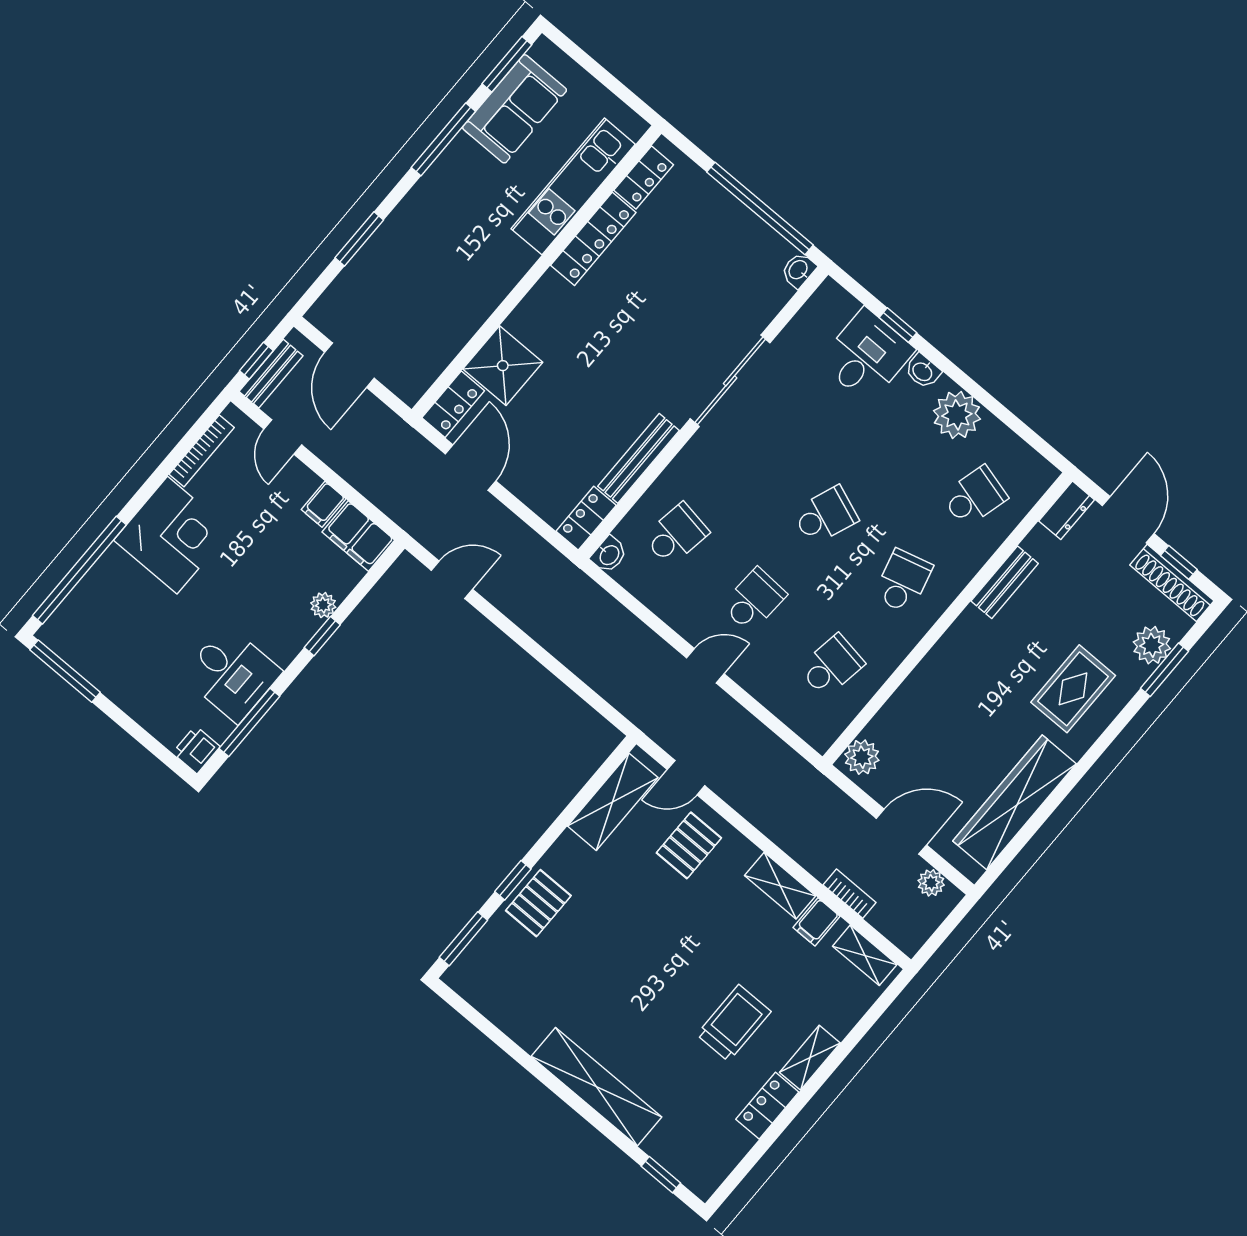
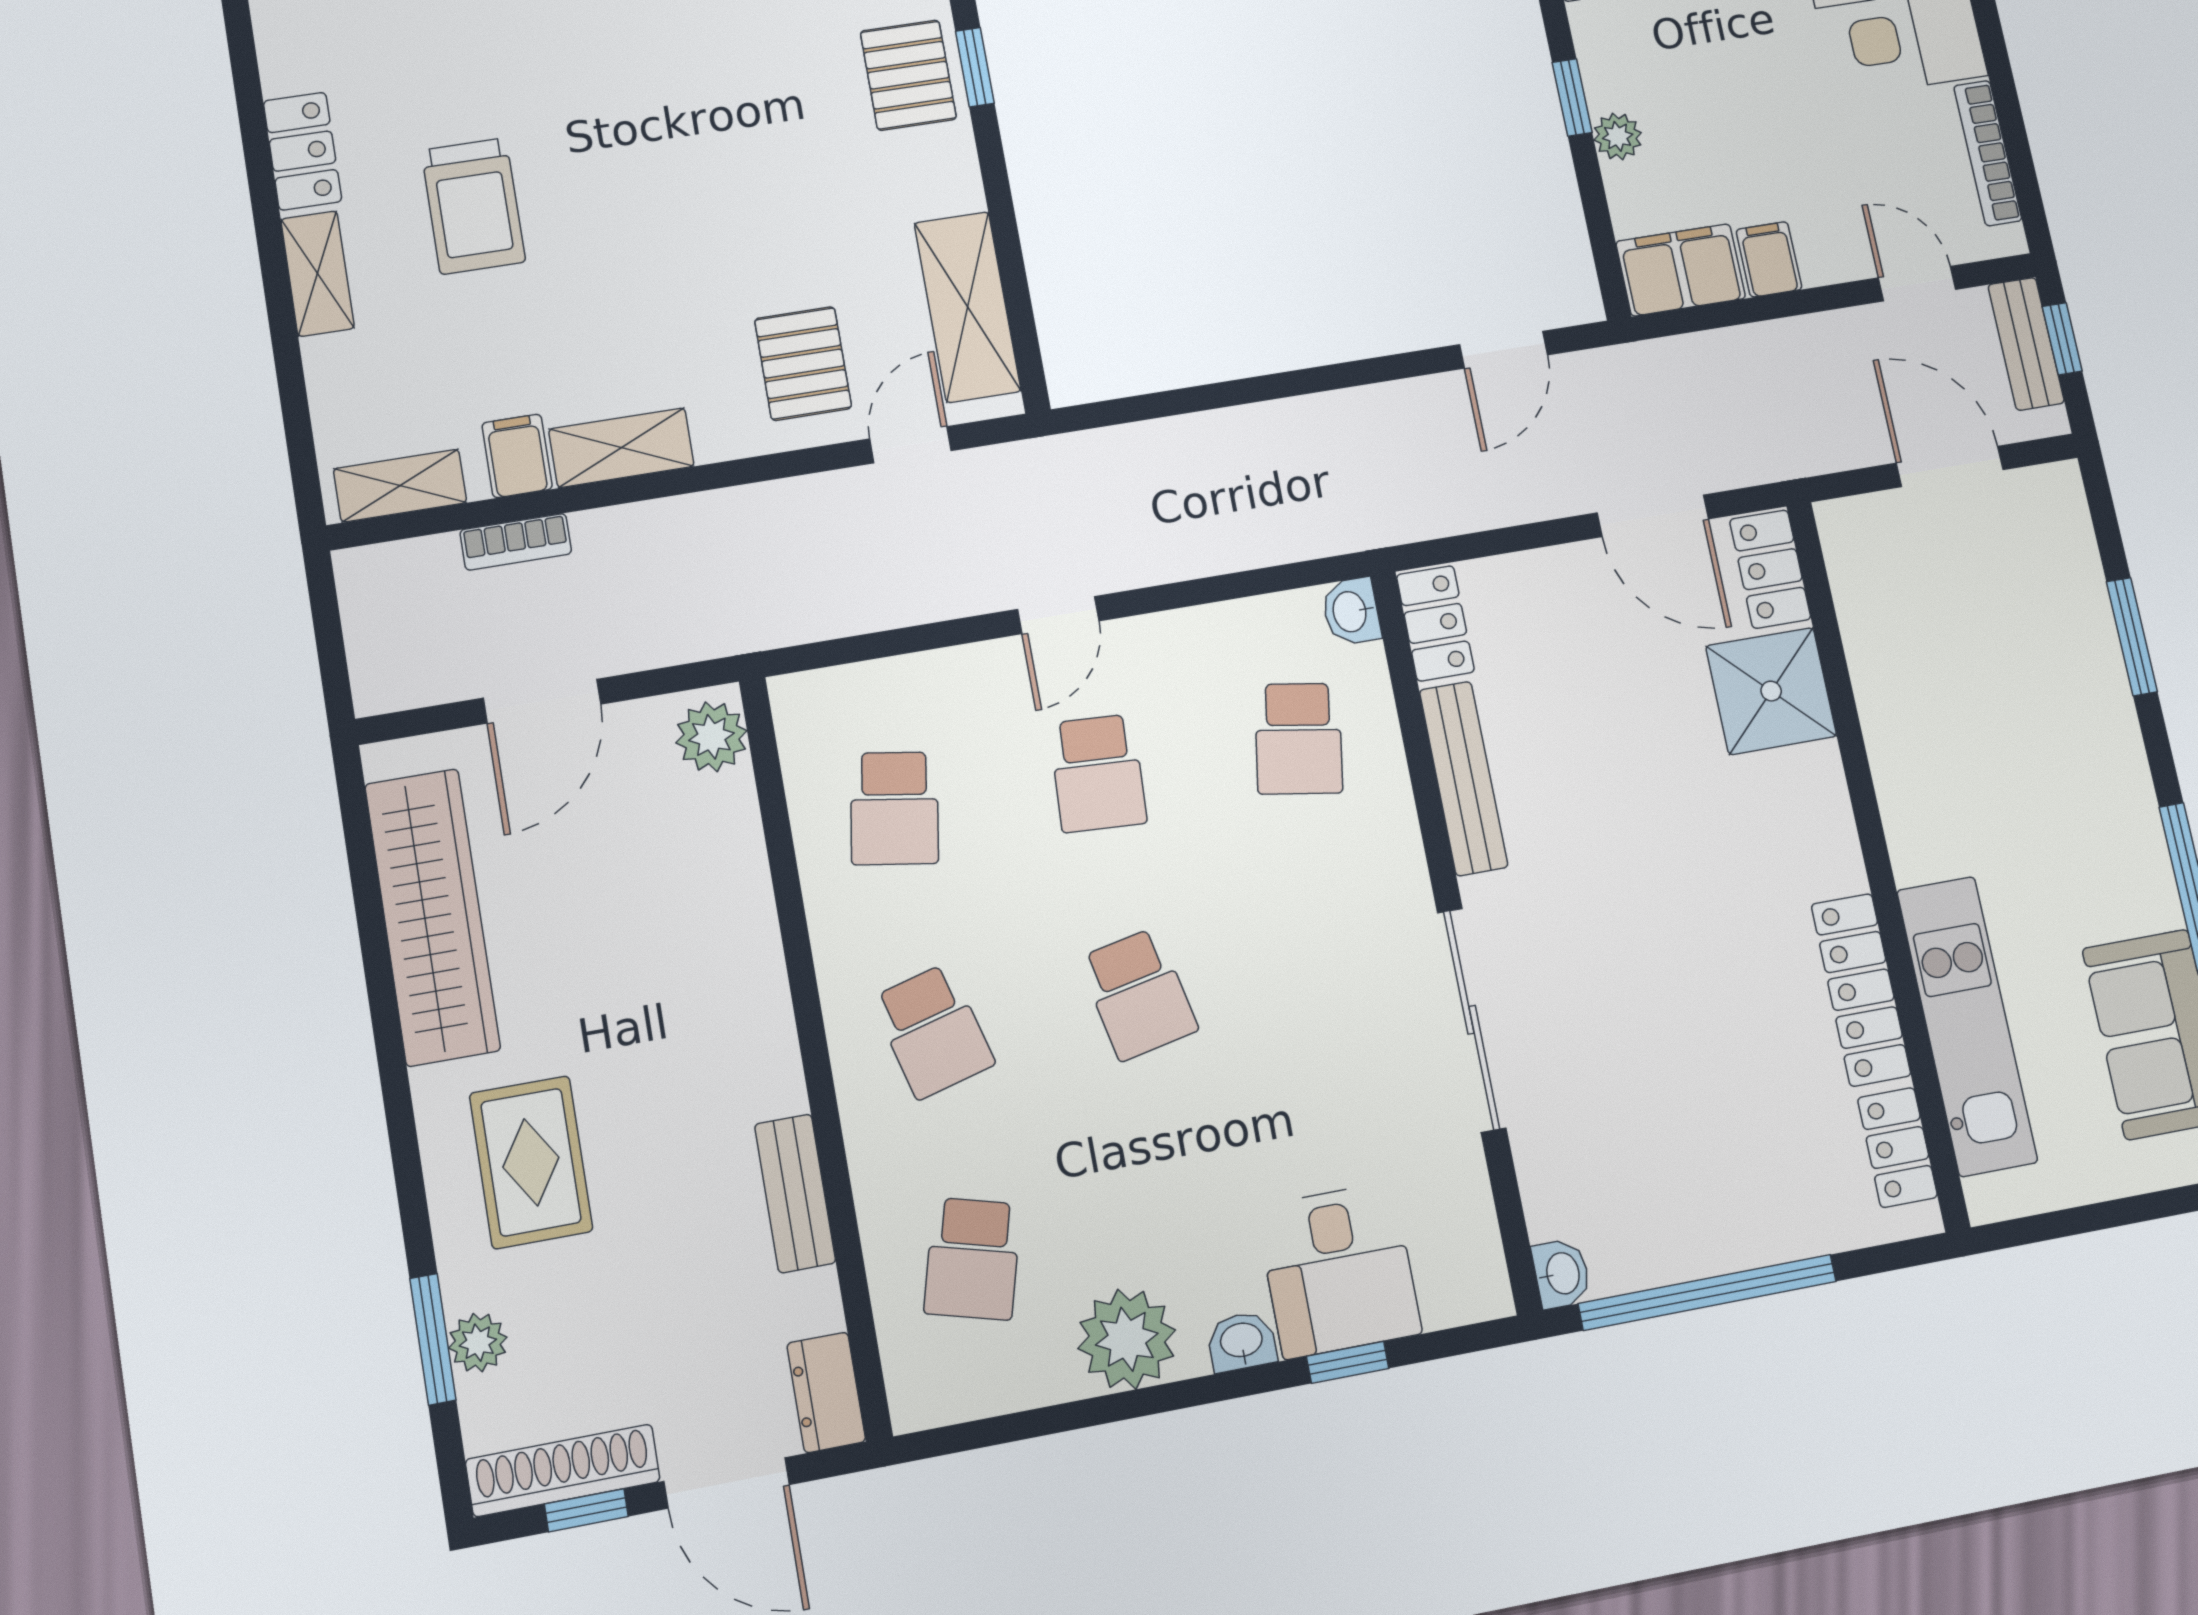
school desk: (825, 516) -> (1138, 994), turned -33
plant: (1152, 645) -> (478, 1343), width x0.73, depth x0.73
plant: (931, 883) -> (421, 680), removed

